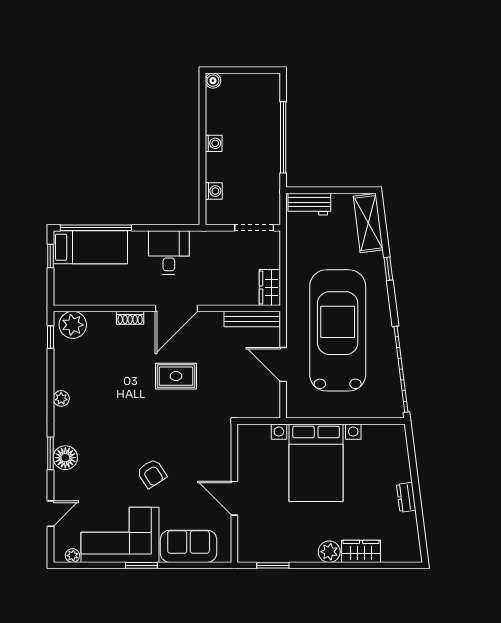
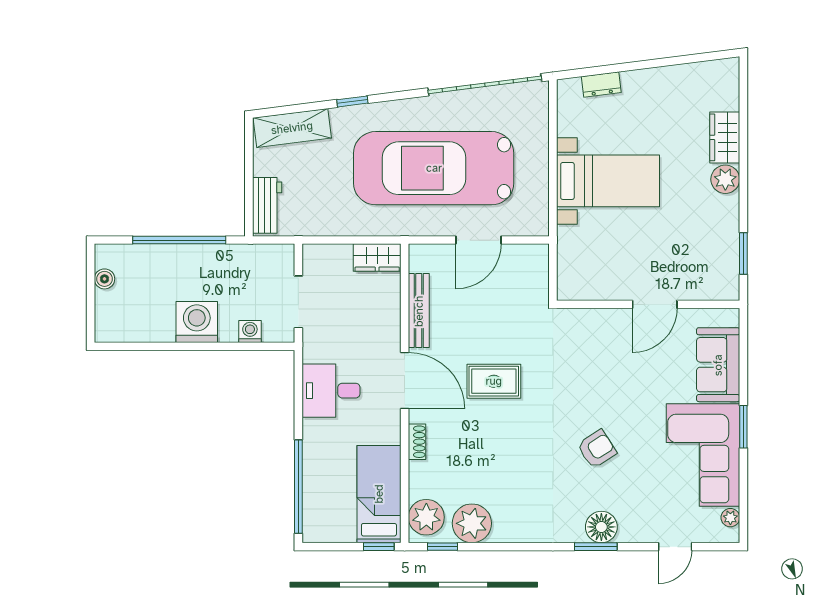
boiler: (213, 81) -> (104, 279), moved
washing machine: (214, 143) -> (197, 322), width x1.89, depth x1.89
doorway: (254, 228) -> (298, 302), moved
bed: (90, 247) -> (379, 494), moved
window: (50, 256) -> (379, 547), moved
bench: (252, 319) -> (419, 311), moved
rug: (176, 376) -> (494, 381), turned 90
plant: (61, 398) -> (472, 523), moved, width x1.87, depth x1.87
bed with nightstands: (316, 463) -> (608, 181), width x0.73
armchair: (152, 473) -> (597, 449), moved
dresser: (406, 497) -> (601, 84), moved
door: (50, 514) -> (675, 547), swing flipped

